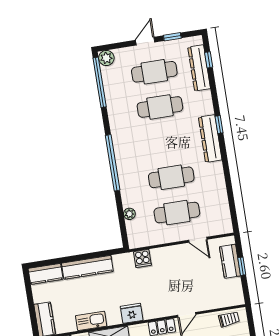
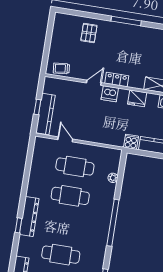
cooker: (142, 258) -> (131, 142), moved
kitchen counter: (230, 261) -> (45, 114), width x1.50
dishwasher: (164, 308) -> (110, 94), added

